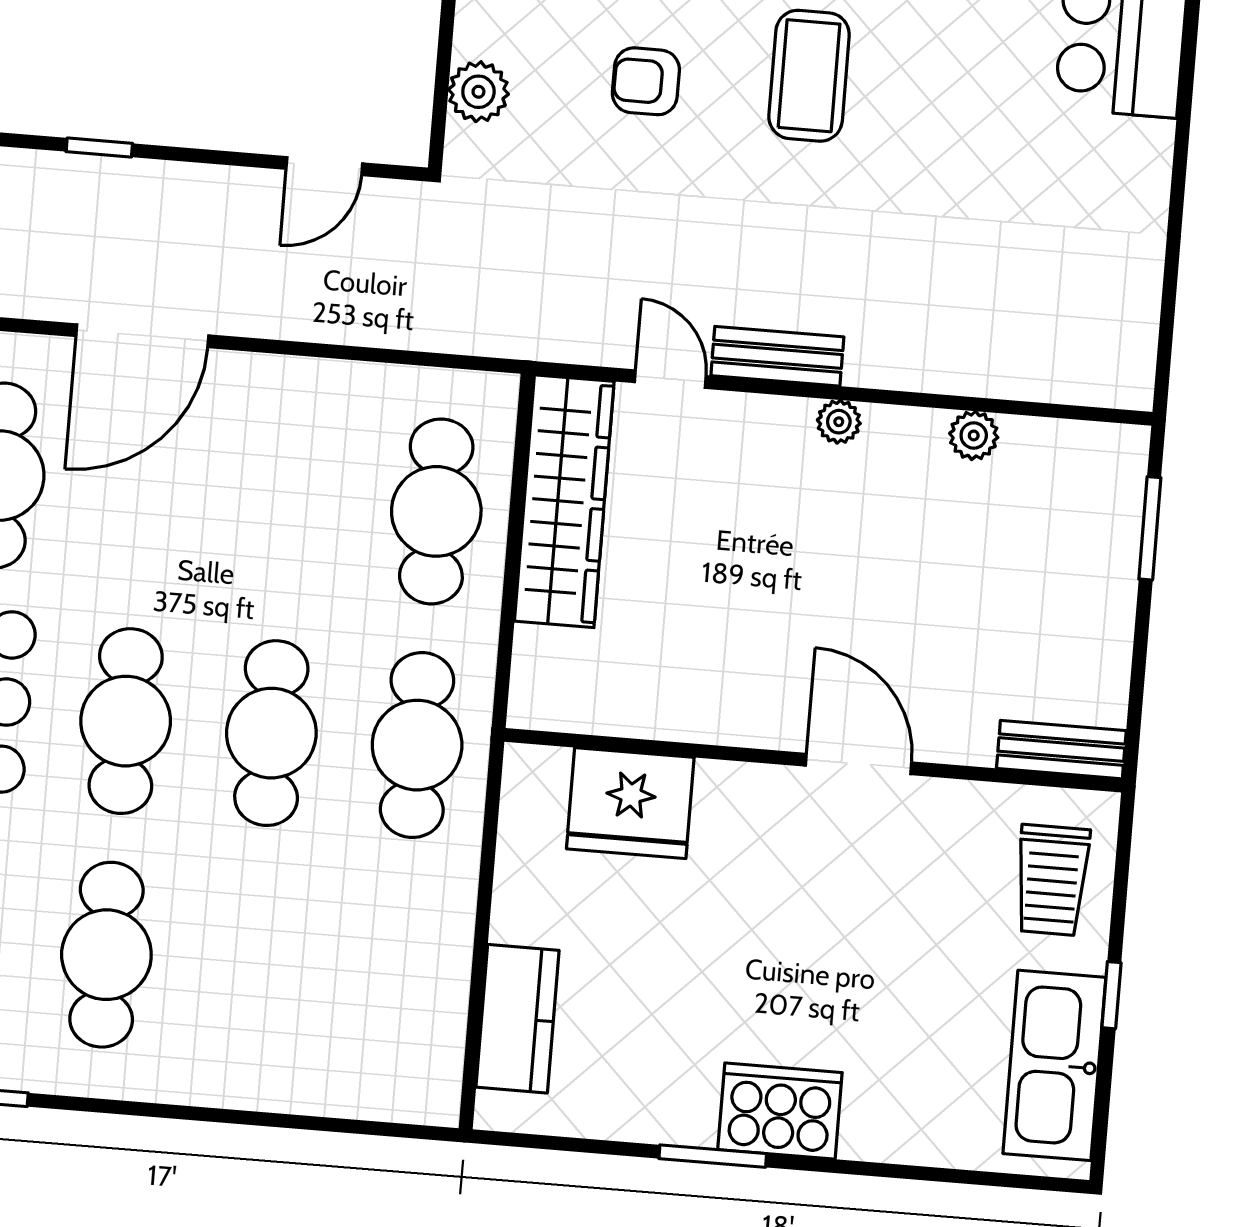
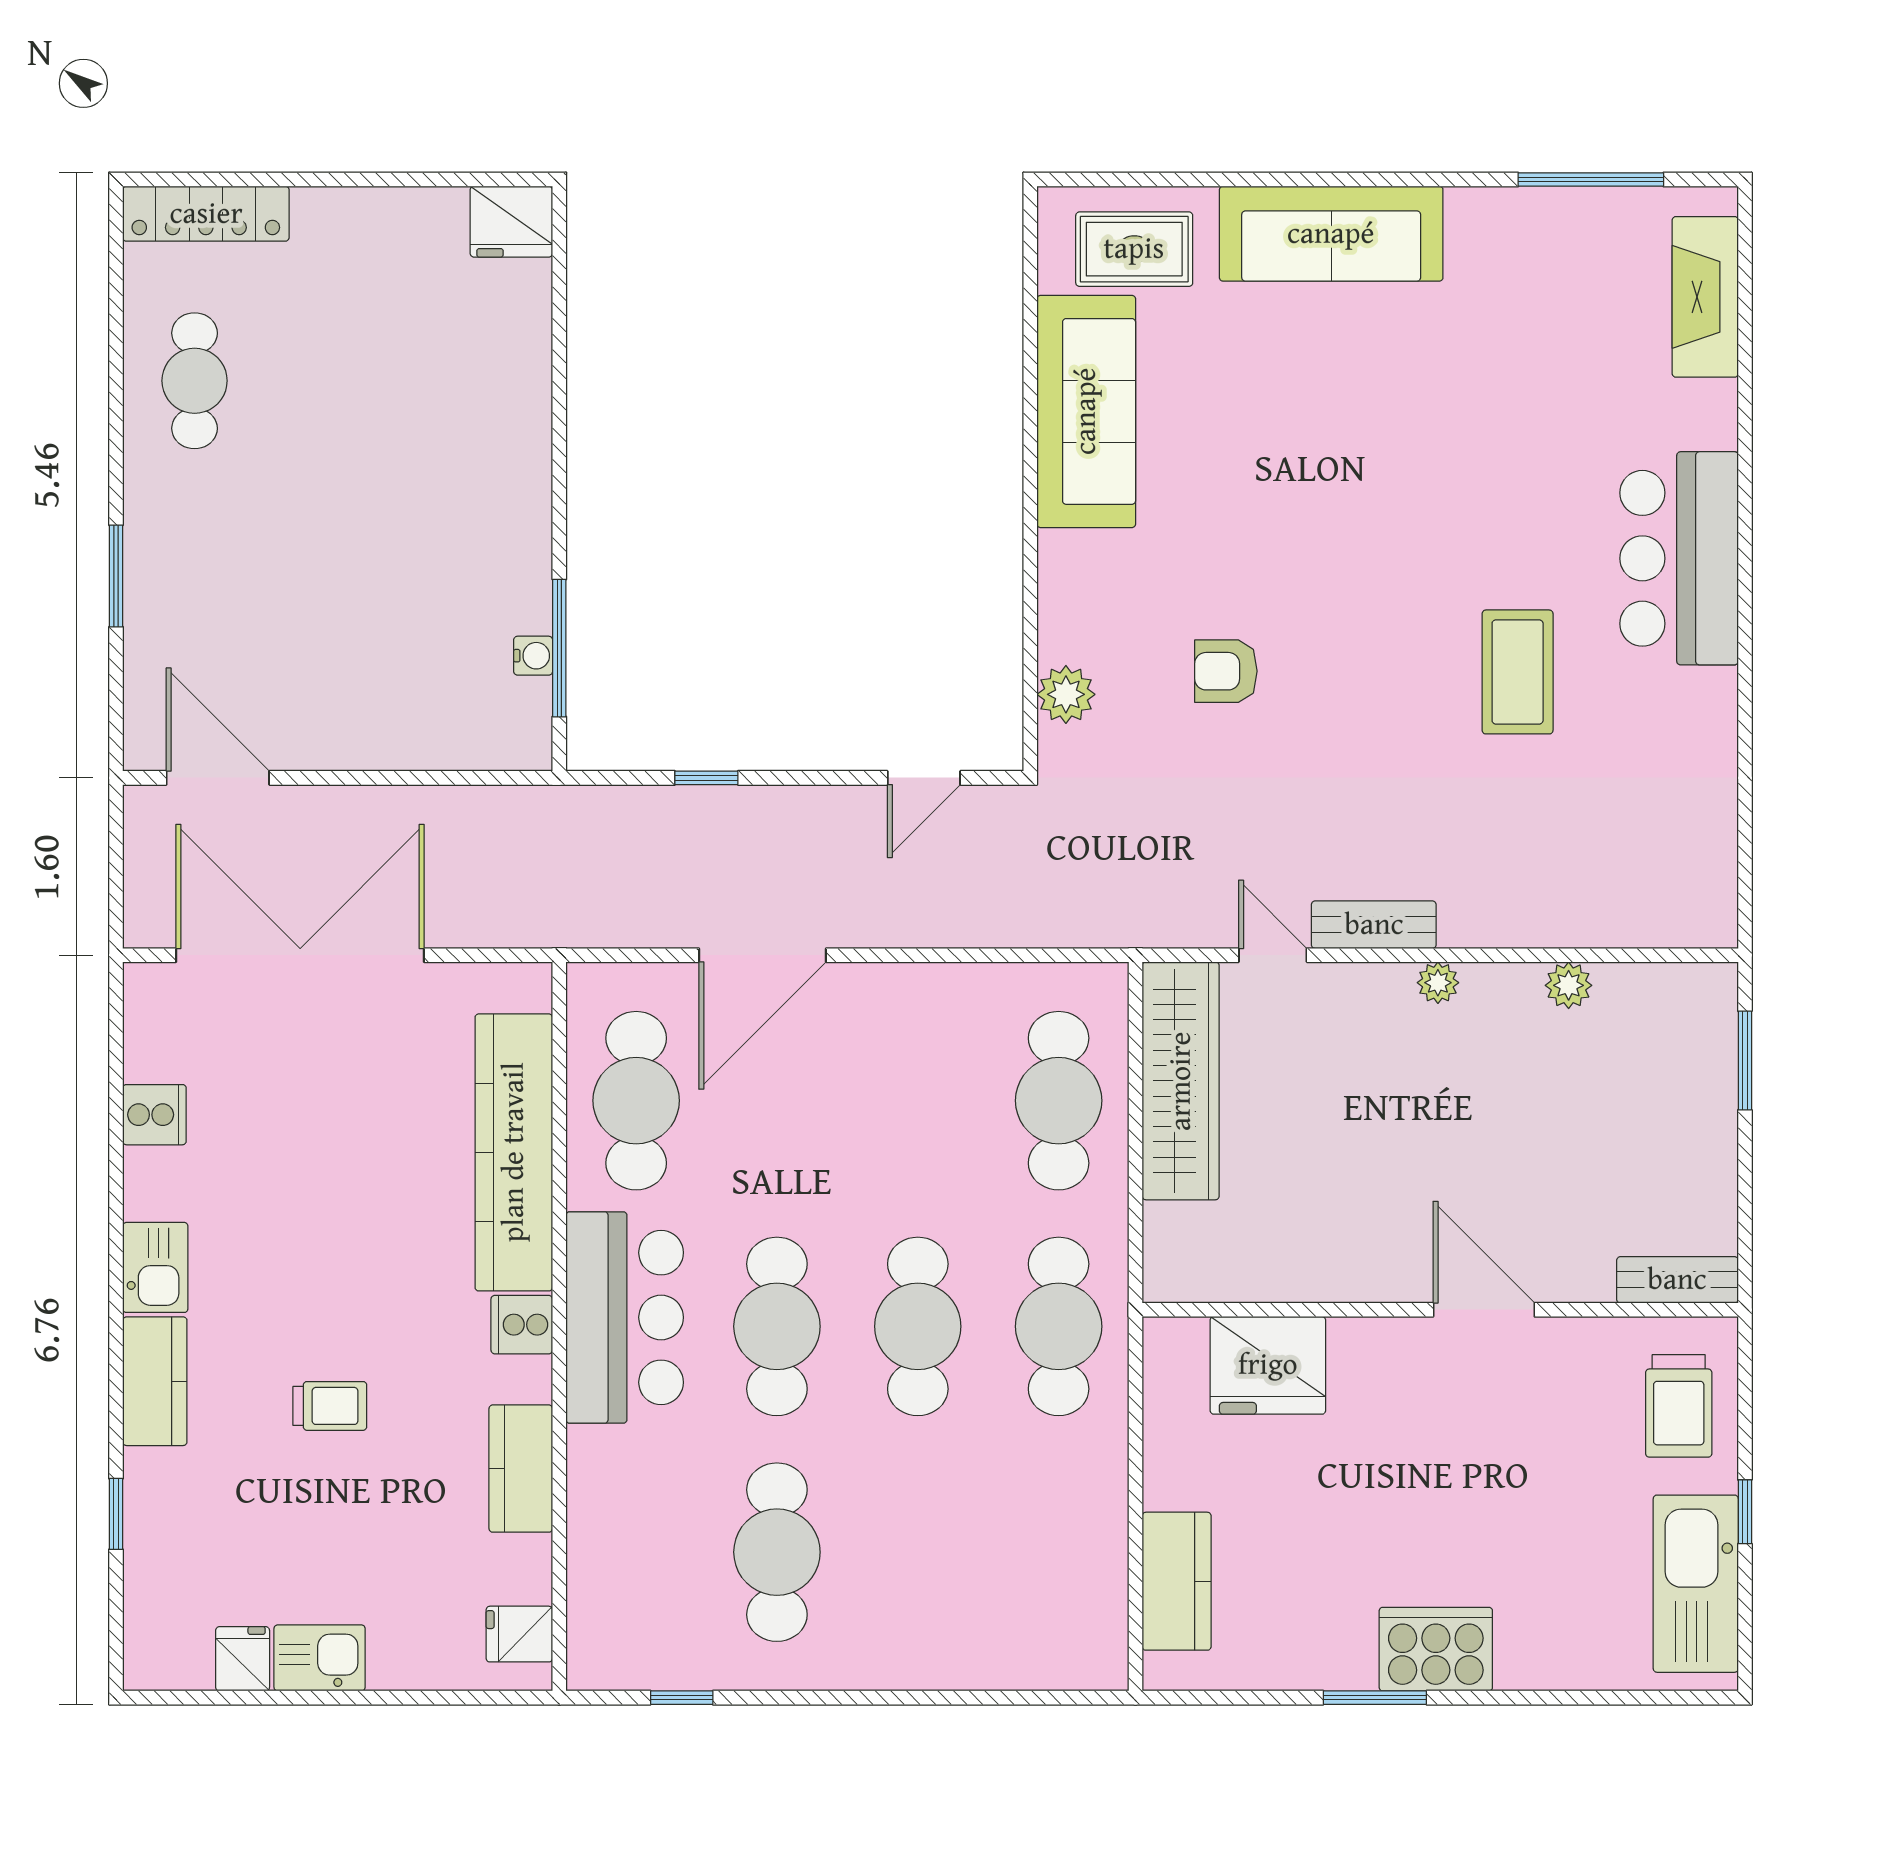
coffee table: (809, 76) -> (1518, 672), moved

